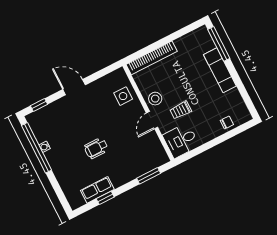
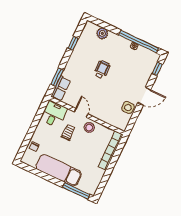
exam couch: (220, 70) -> (59, 170), width x1.36, depth x1.45
side table: (123, 96) -> (128, 107), moved
plant: (67, 185) -> (102, 33), added
row of seats: (97, 190) -> (61, 88), moved

